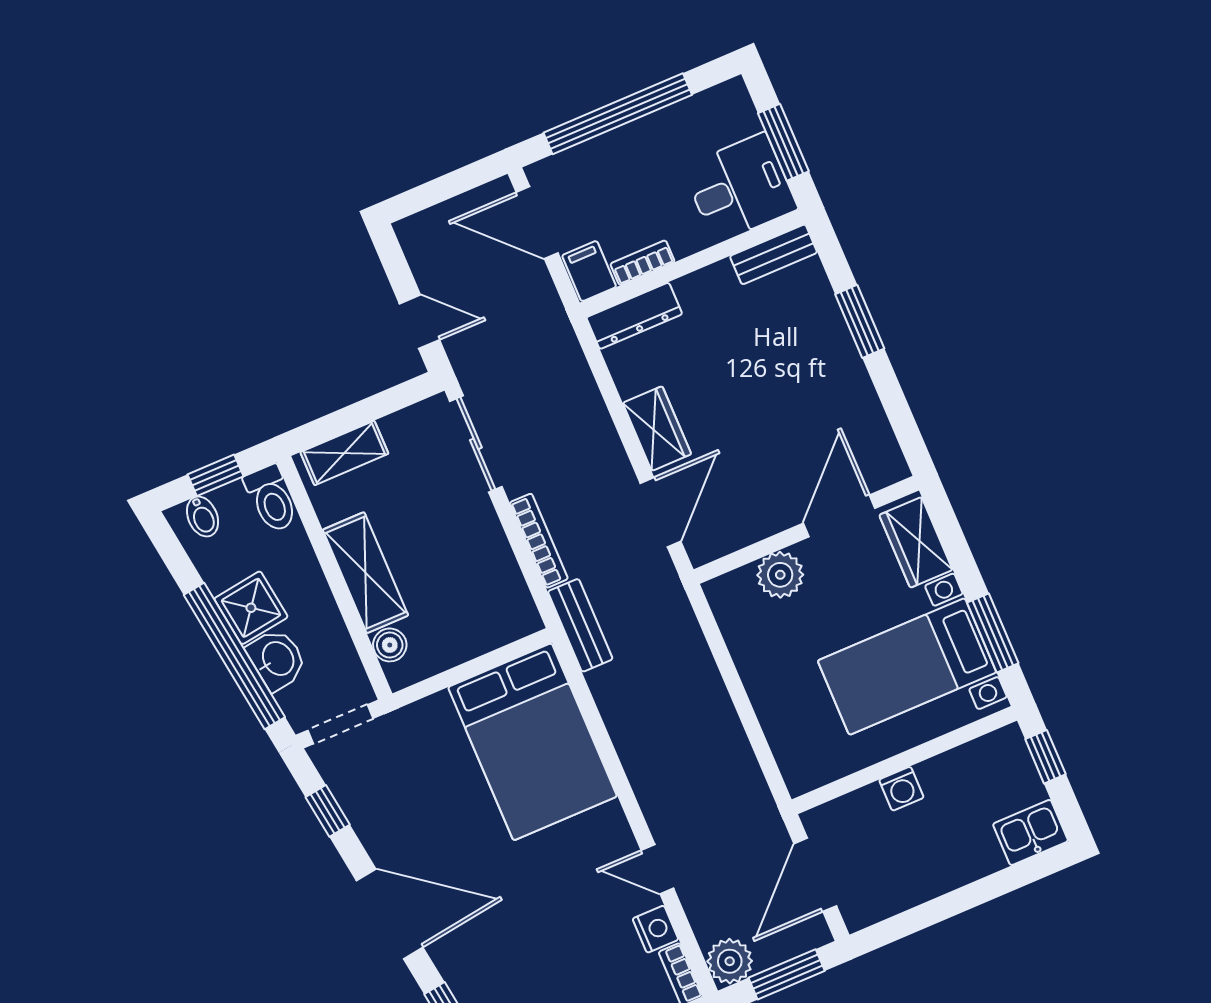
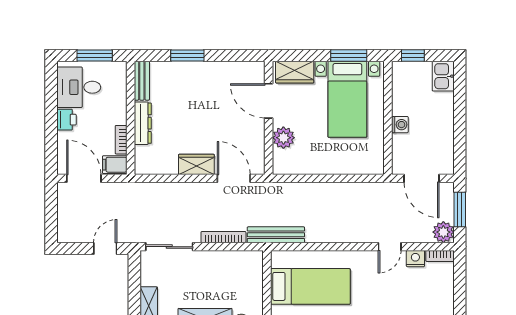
window: (618, 114) -> (51, 123), removed
printer: (636, 141) -> (66, 120), added
desk: (740, 188) -> (79, 87), moved, turned -90
door: (537, 223) -> (84, 178), swing flipped
dresser: (634, 316) -> (143, 123), moved
bench: (580, 625) -> (276, 235), width x1.36
bed: (532, 742) -> (310, 286), width x0.67

